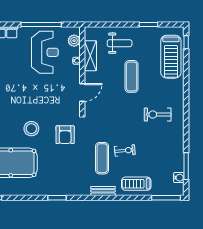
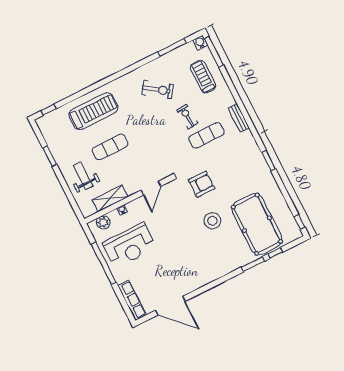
reception desk: (45, 52) -> (129, 246), turned 180
treadmill: (171, 57) -> (93, 111), moved
door: (82, 92) -> (151, 188), swing flipped
exercise bike: (158, 114) -> (158, 90), moved, turned -55
water cooler: (179, 178) -> (200, 43), moved
treadmill: (136, 184) -> (203, 77), moved, turned 180

